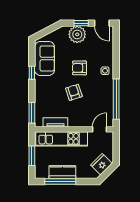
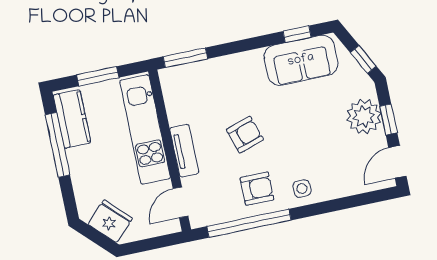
window: (50, 29) -> (363, 59), added
armchair: (80, 68) -> (257, 189), moved, turned 90
window: (32, 73) -> (297, 34), moved
tv unit: (55, 122) -> (184, 151), moved
door: (99, 129) -> (180, 202), swing flipped
kitchen counter: (62, 172) -> (72, 119), moved

